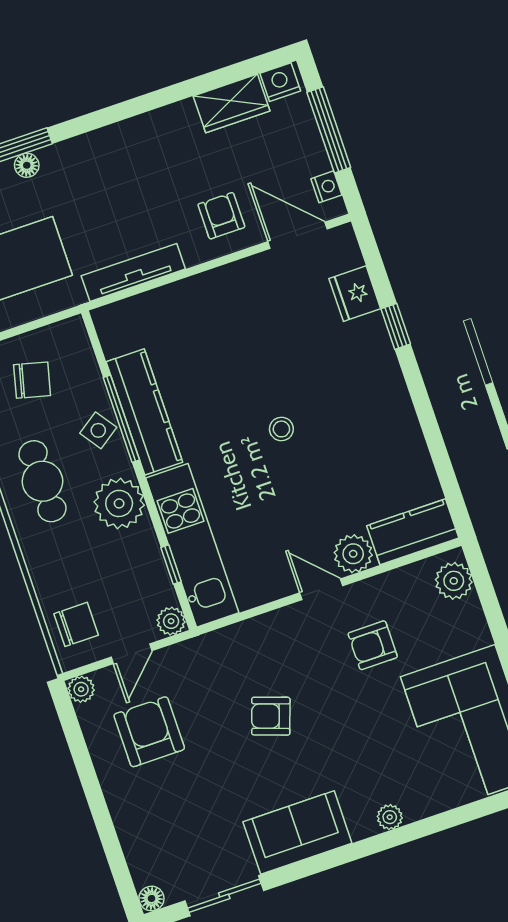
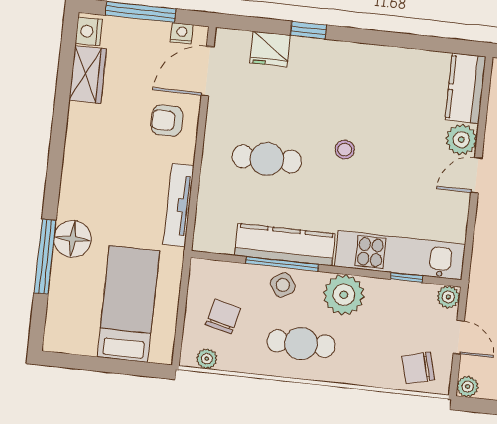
floor lamp: (27, 165) -> (73, 239), width x1.89, depth x1.89
cafe table: (230, 347) -> (267, 159), added
chair: (76, 624) -> (418, 368), turned -105

